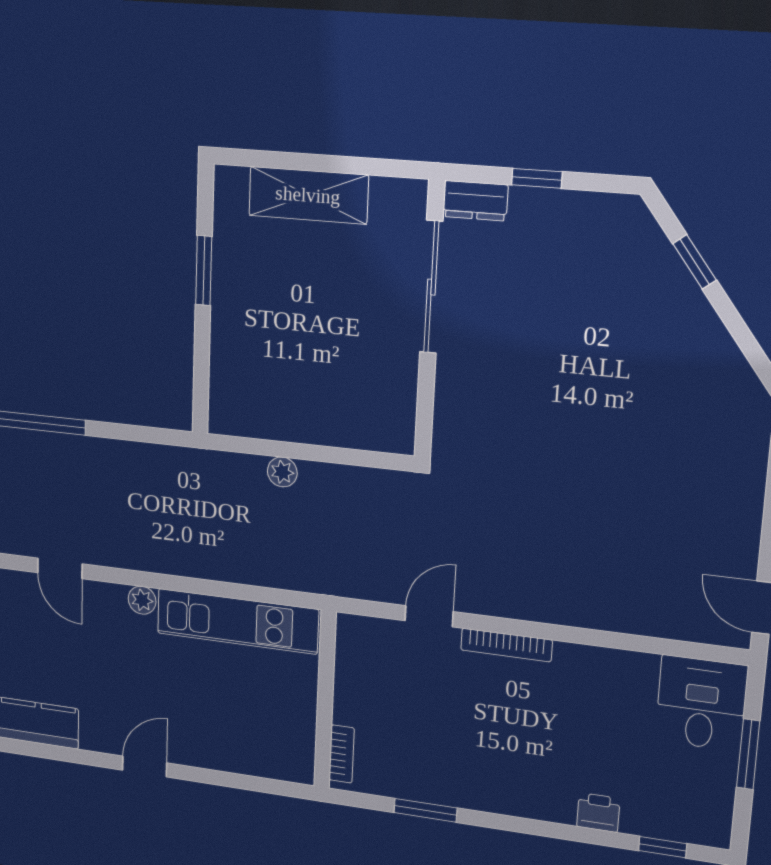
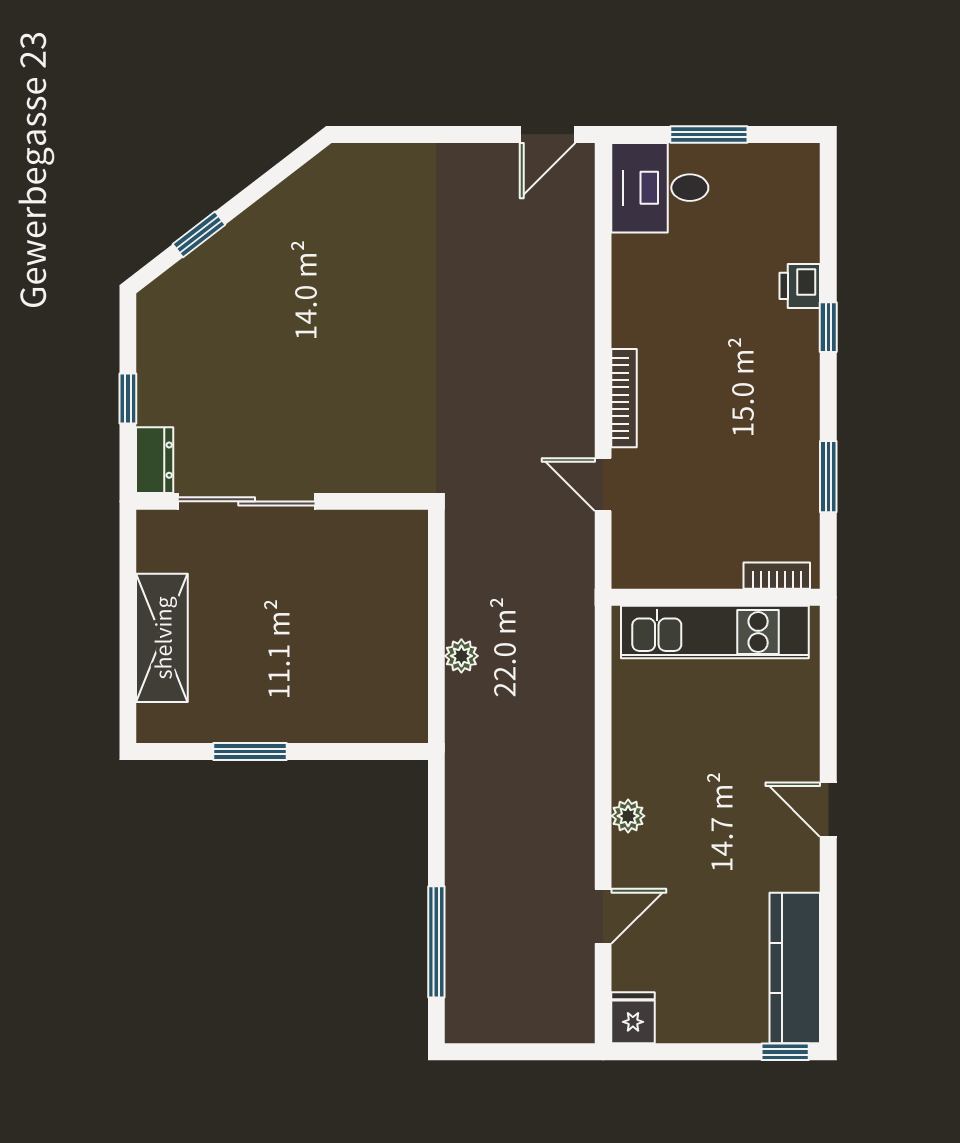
kitchen unit: (237, 621) -> (715, 632), moved, turned 90
window: (663, 847) -> (828, 327), moved

